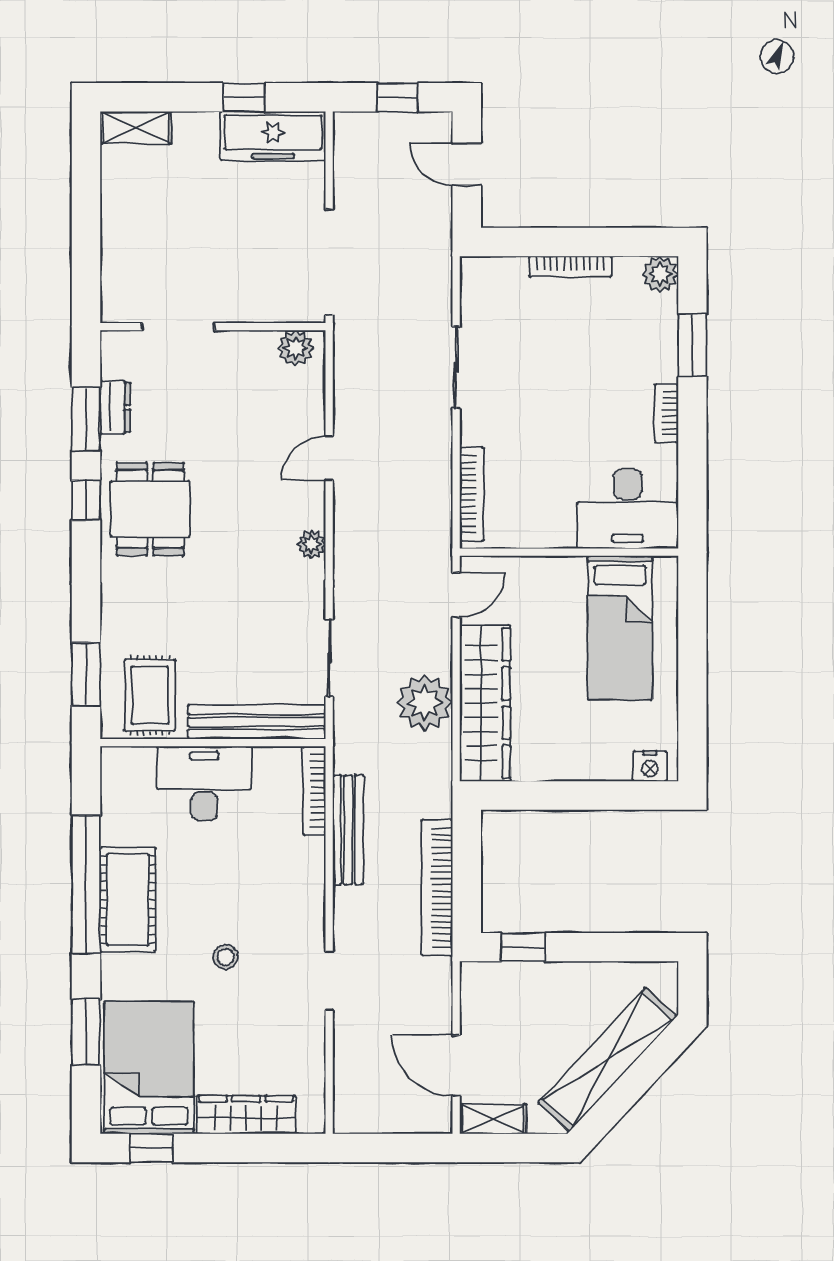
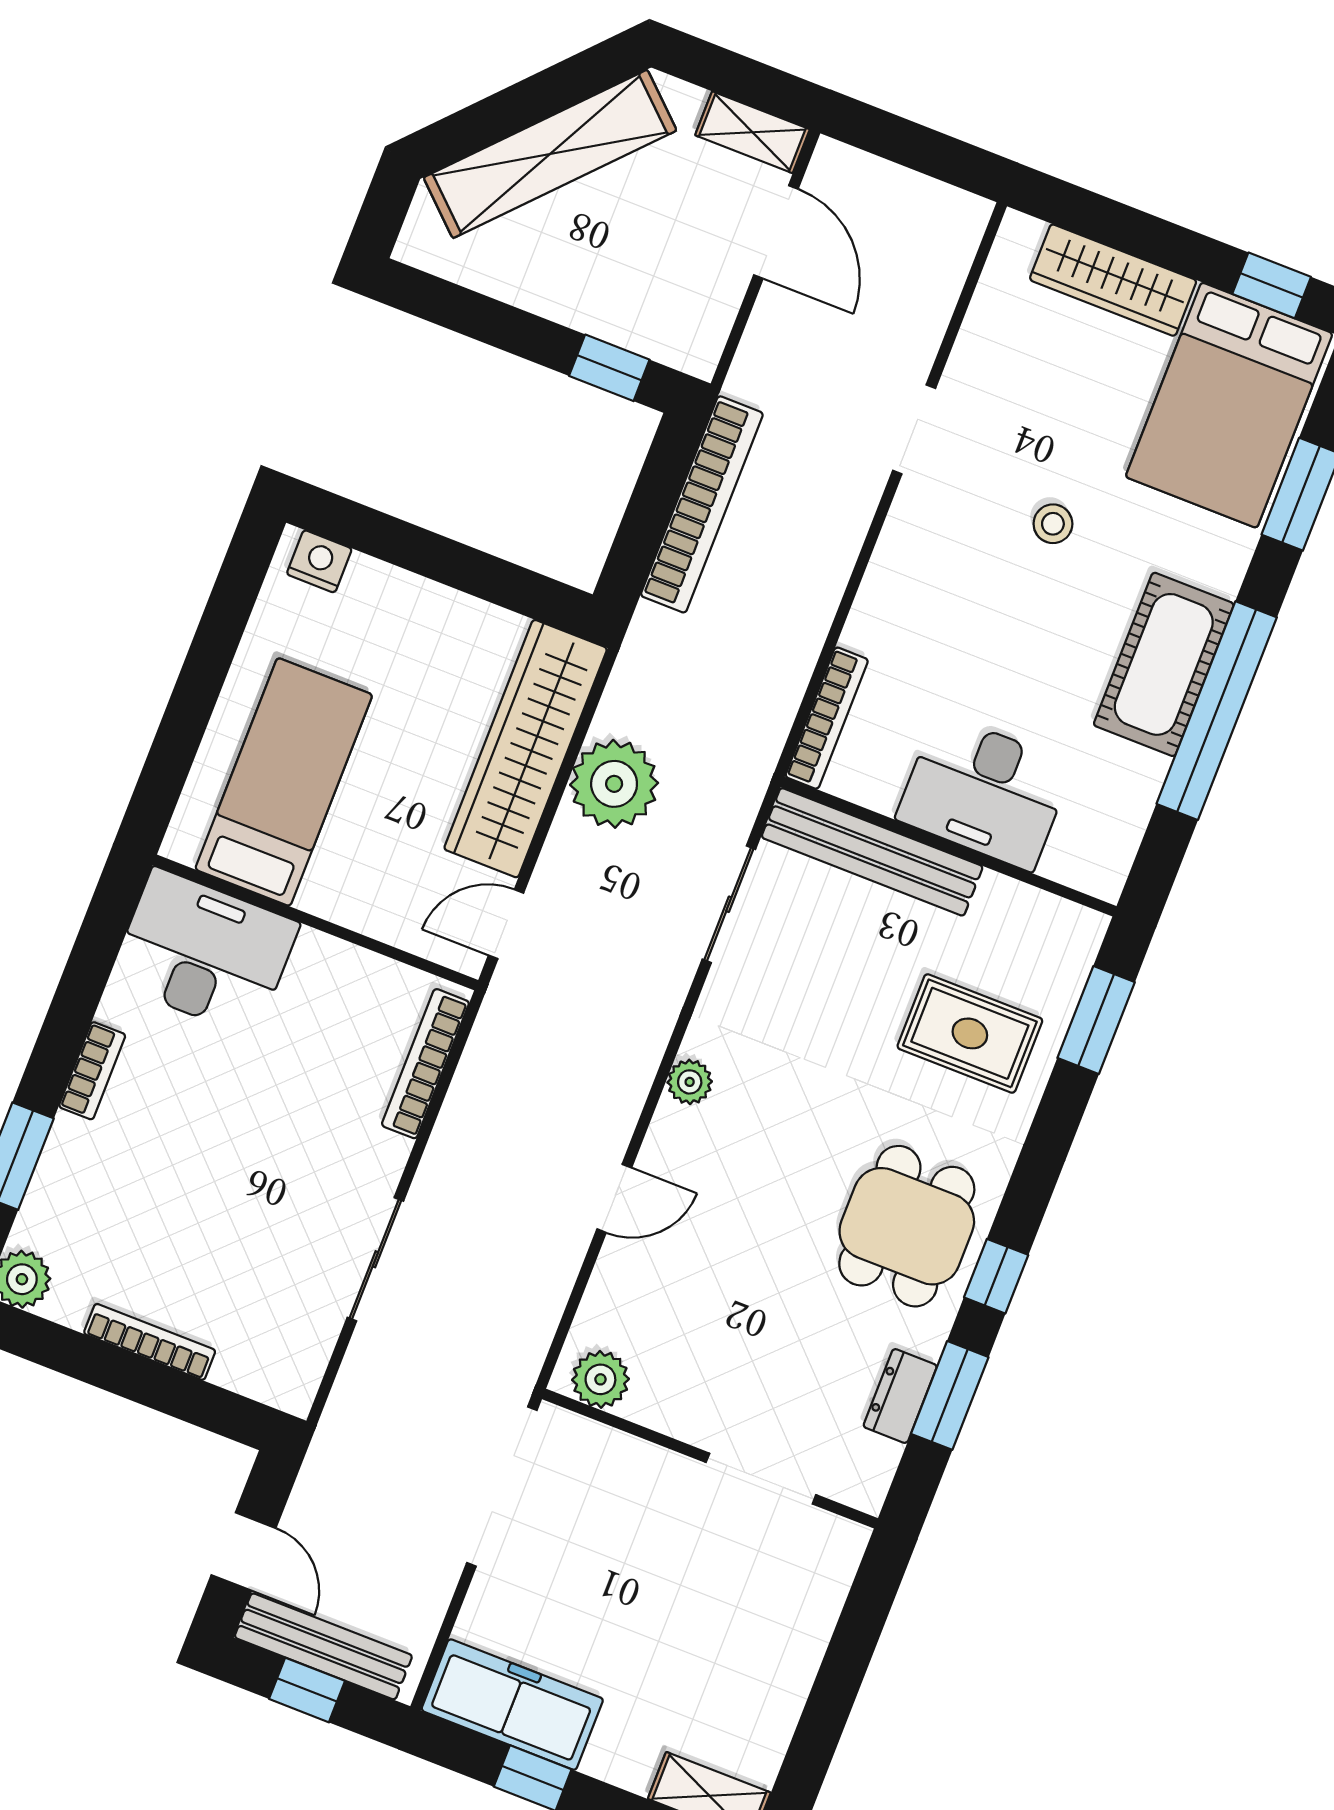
rug: (150, 695) -> (970, 1033), moved, turned 90
bench: (348, 830) -> (323, 1646), moved, turned 90

